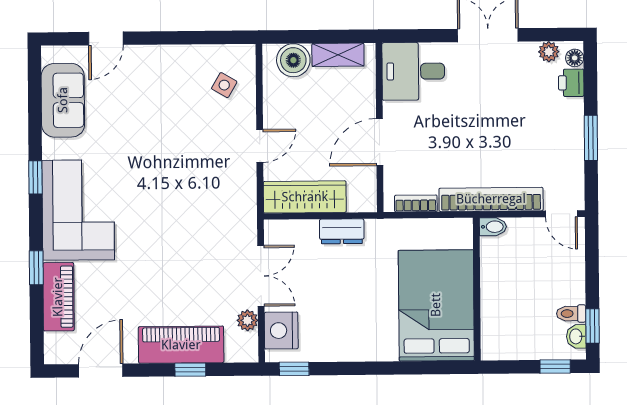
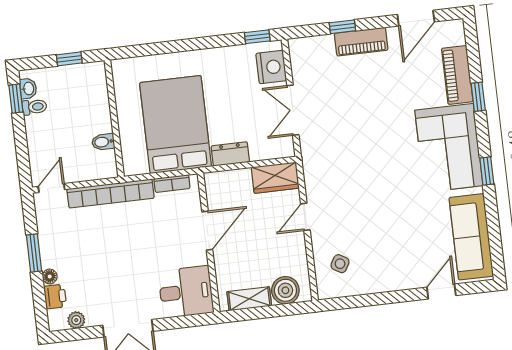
floor lamp: (575, 58) -> (50, 276), moved
sofa: (63, 100) -> (471, 237), width x1.36
wardrobe: (305, 197) -> (275, 178), width x0.67
door: (561, 214) -> (51, 188), hinge flipped
bidet: (493, 227) -> (103, 142), moved
bed: (436, 305) -> (176, 125), moved, turned 180
plant: (247, 320) -> (300, 72), removed
piano: (181, 345) -> (361, 42), width x0.73, depth x0.75
window: (555, 367) -> (69, 59), moved

